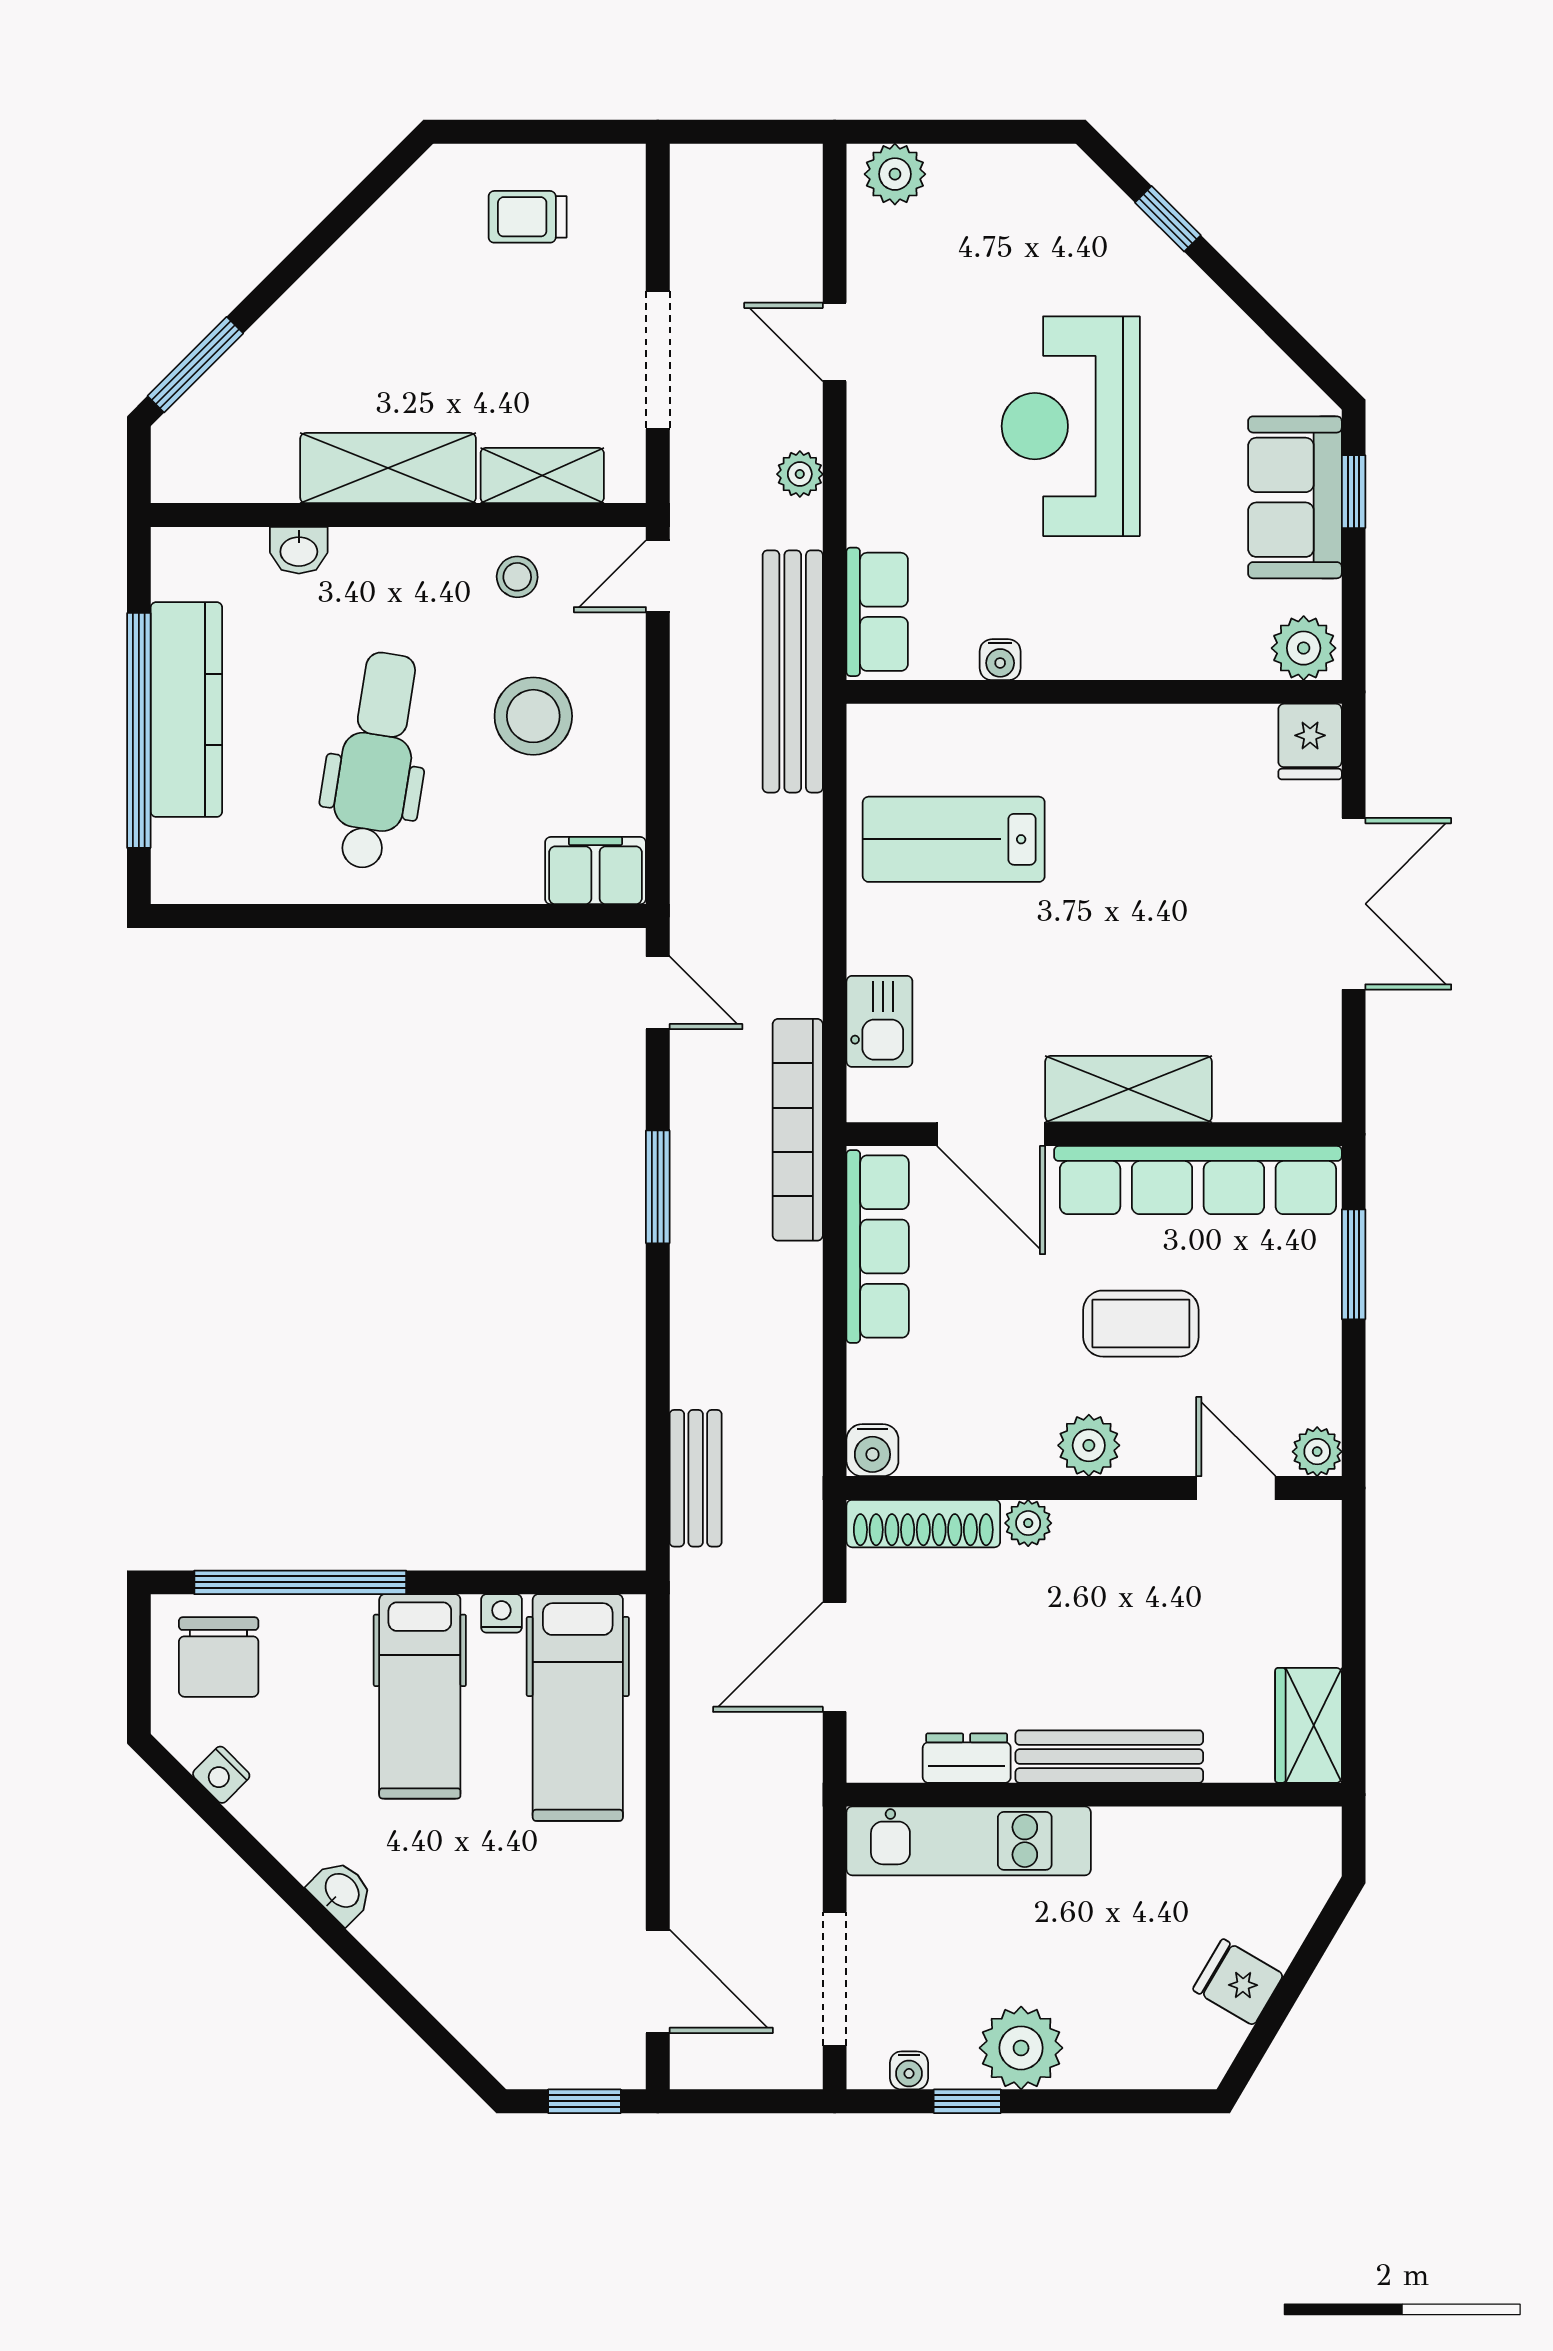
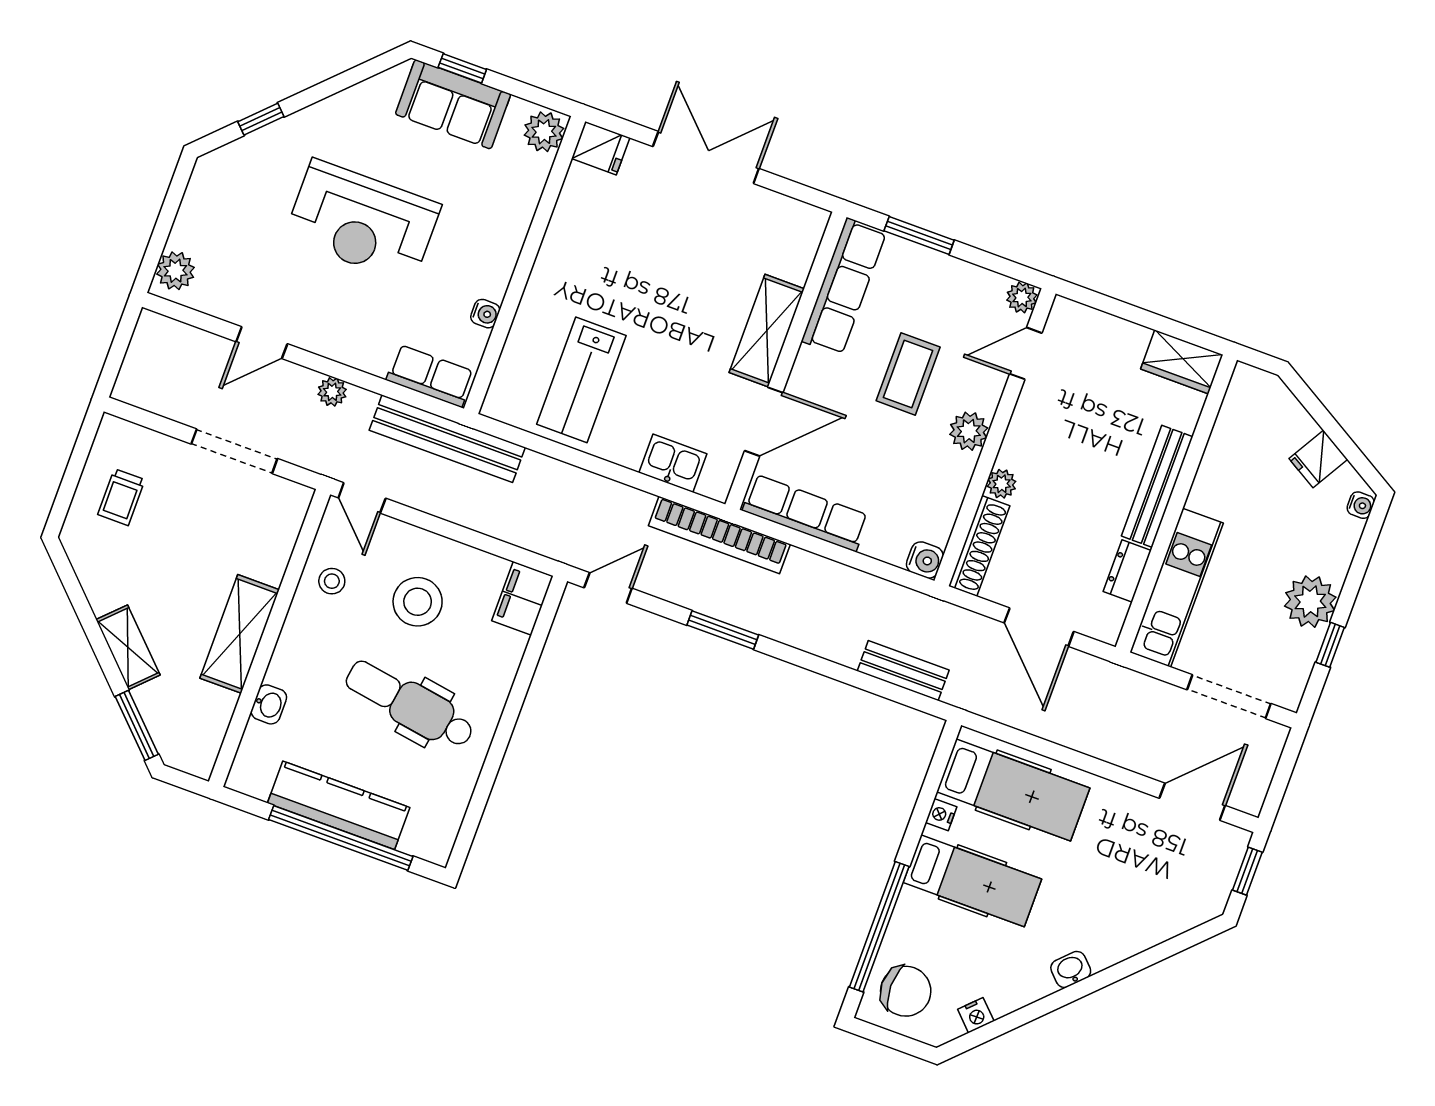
shelving: (542, 475) -> (128, 647), moved, turned -45
row of seats: (1198, 1180) -> (844, 287), width x0.73
water cooler: (909, 2070) -> (1361, 505), moved

